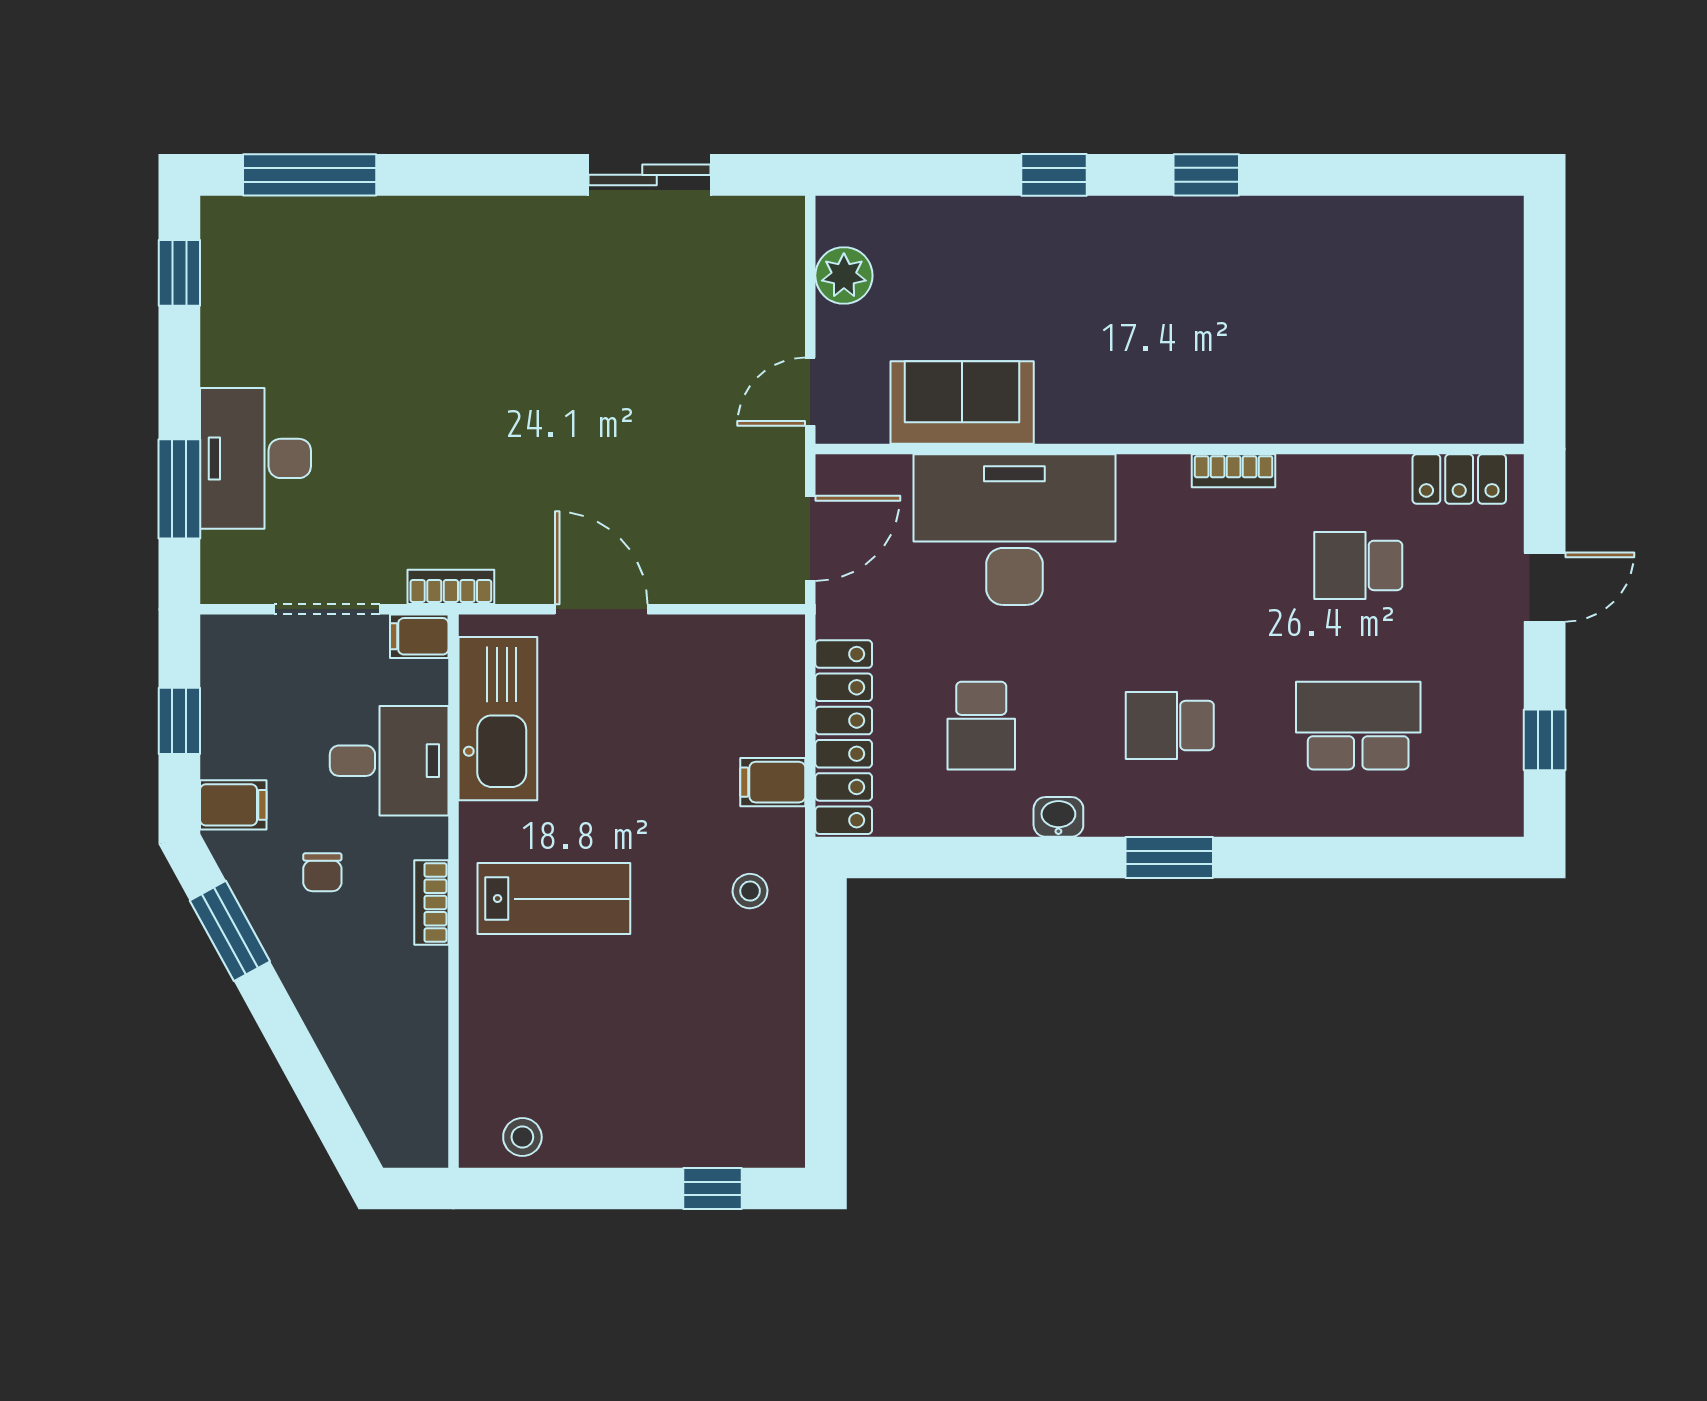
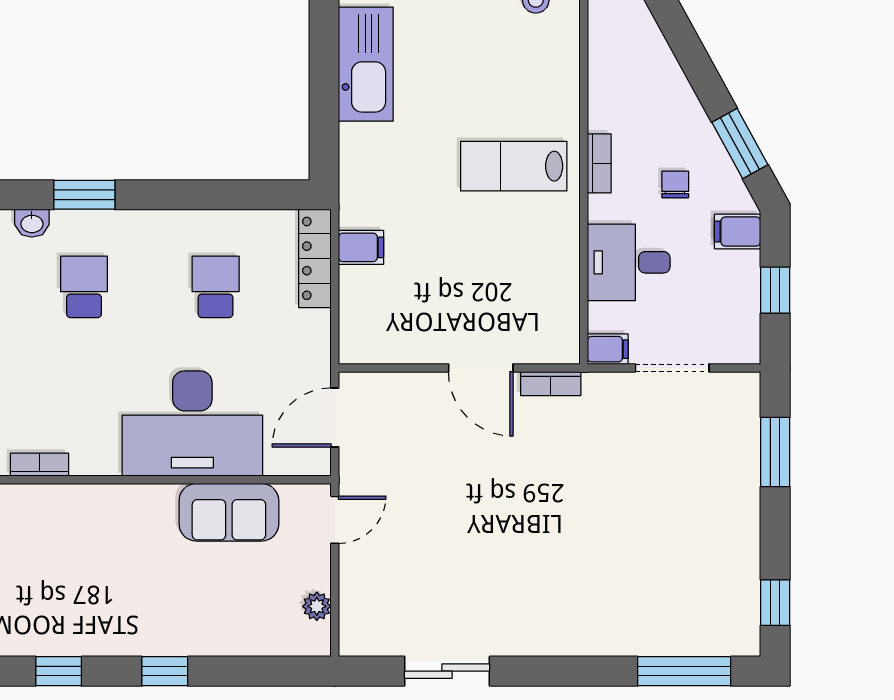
plant: (844, 276) -> (317, 606), width x0.73, depth x0.73
desk: (255, 458) -> (722, 473), removed
bookcase: (451, 587) -> (551, 384), moved
kitchen sink: (498, 719) -> (366, 64), moved, turned 180
school desk: (1170, 726) -> (84, 287), turned -90
locker: (844, 737) -> (315, 258), width x0.71, depth x0.83
washbasin: (1058, 817) -> (32, 223), moved
stool: (750, 891) -> (377, 171), removed

